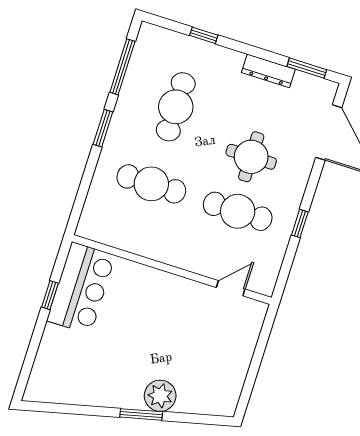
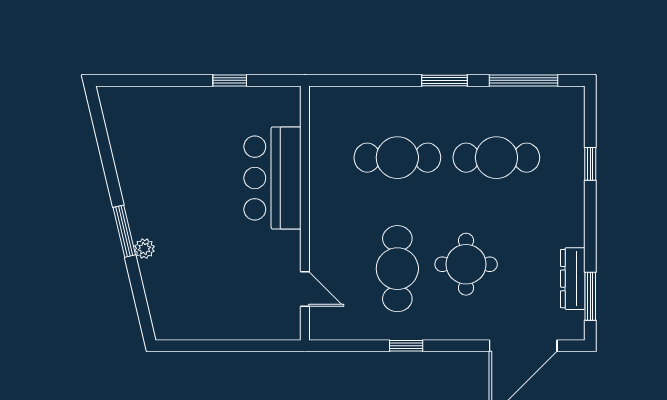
dresser: (268, 71) -> (573, 279), moved
cafe table: (151, 184) -> (397, 158), turned 90
bar counter: (81, 288) -> (272, 178), moved, turned 90
plant: (160, 396) -> (144, 249), width x0.53, depth x0.53

